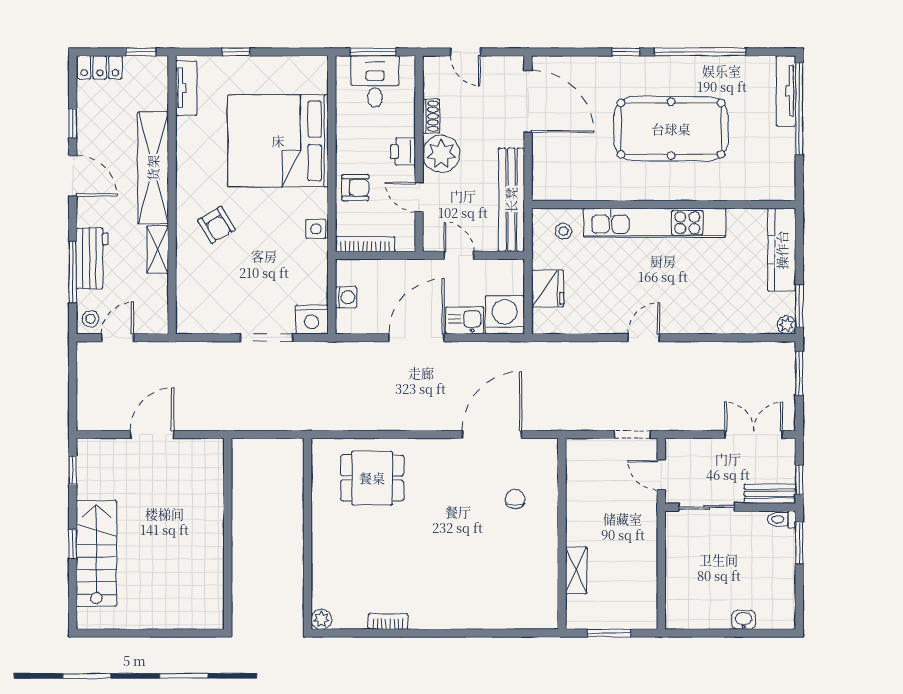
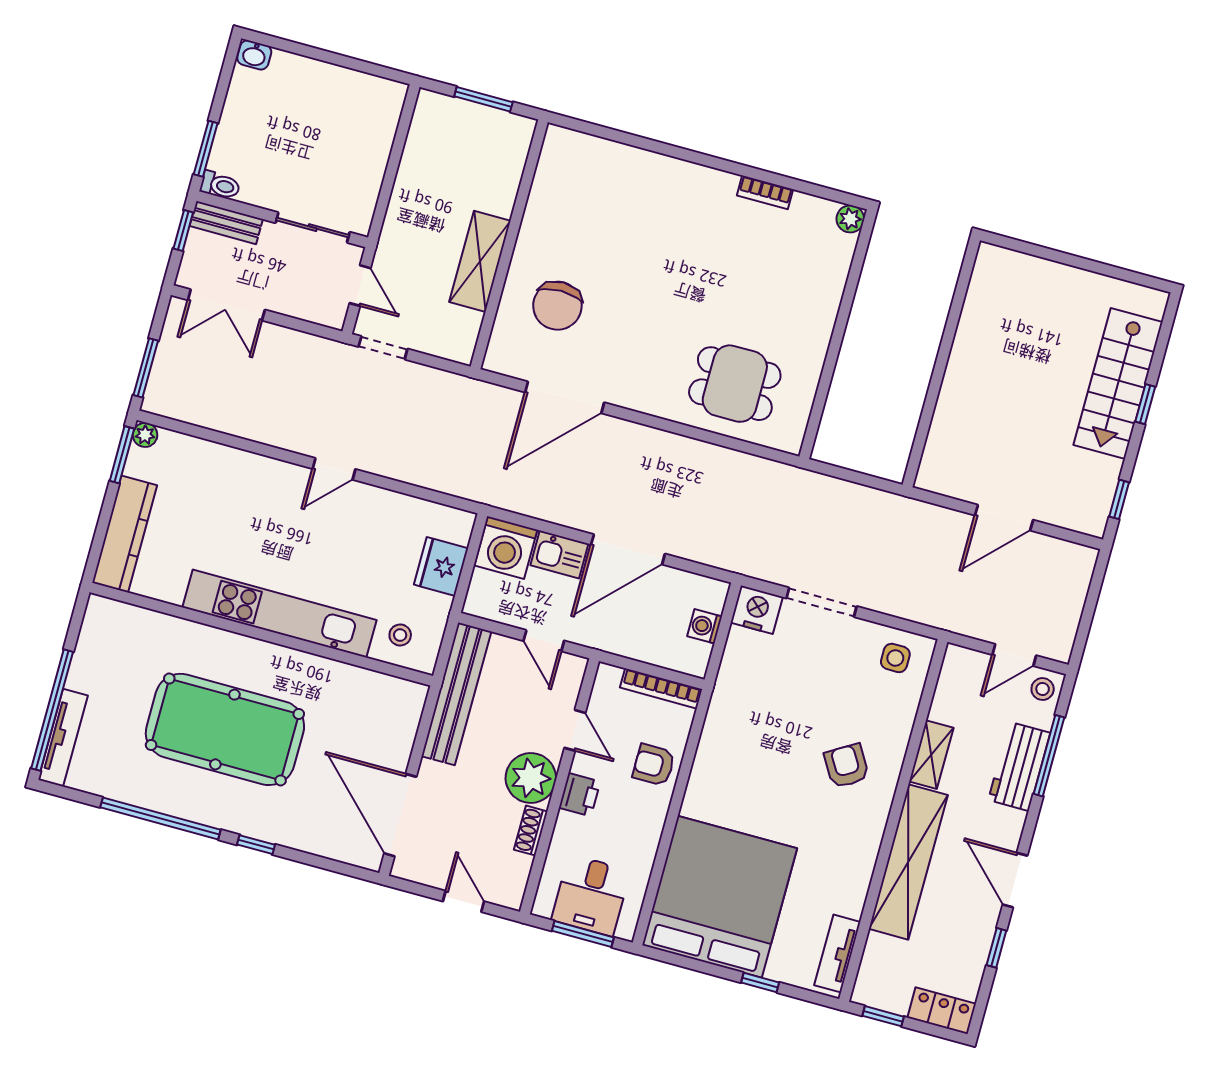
bed: (278, 141) -> (720, 897), moved, turned -90
side table: (316, 229) -> (895, 658), moved
chair: (515, 499) -> (557, 306), width x1.87, depth x1.87
shelving: (576, 570) -> (480, 261), moved, width x1.50, depth x1.33
washbasin: (744, 620) -> (254, 55), moved

